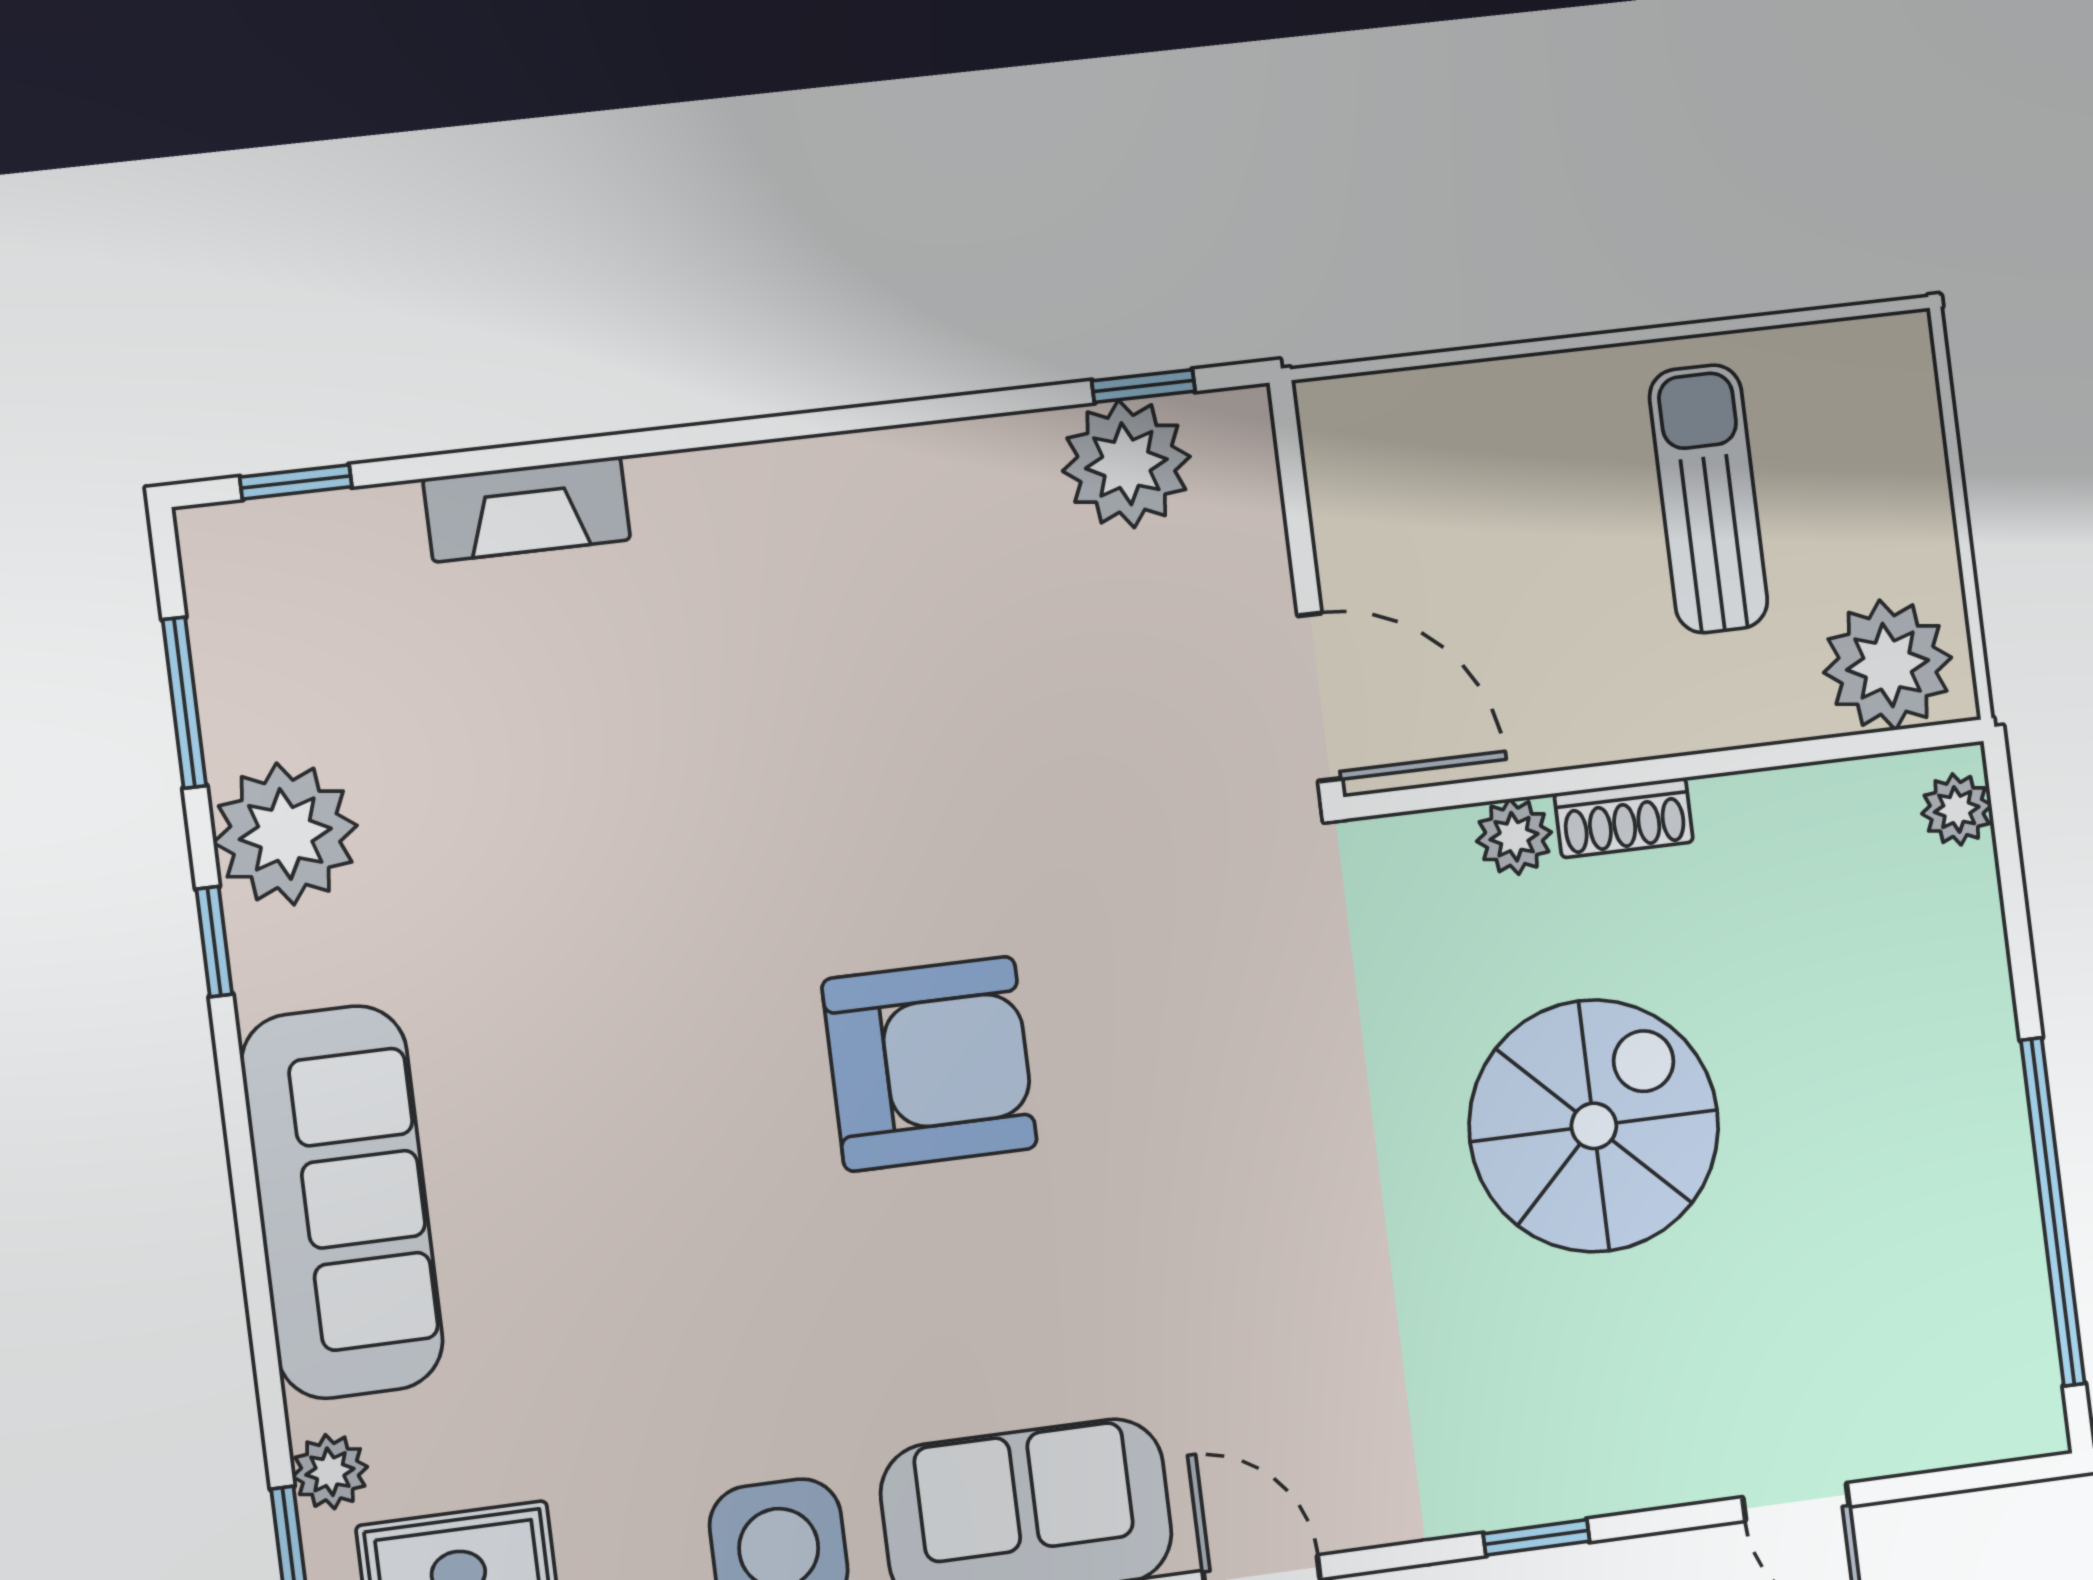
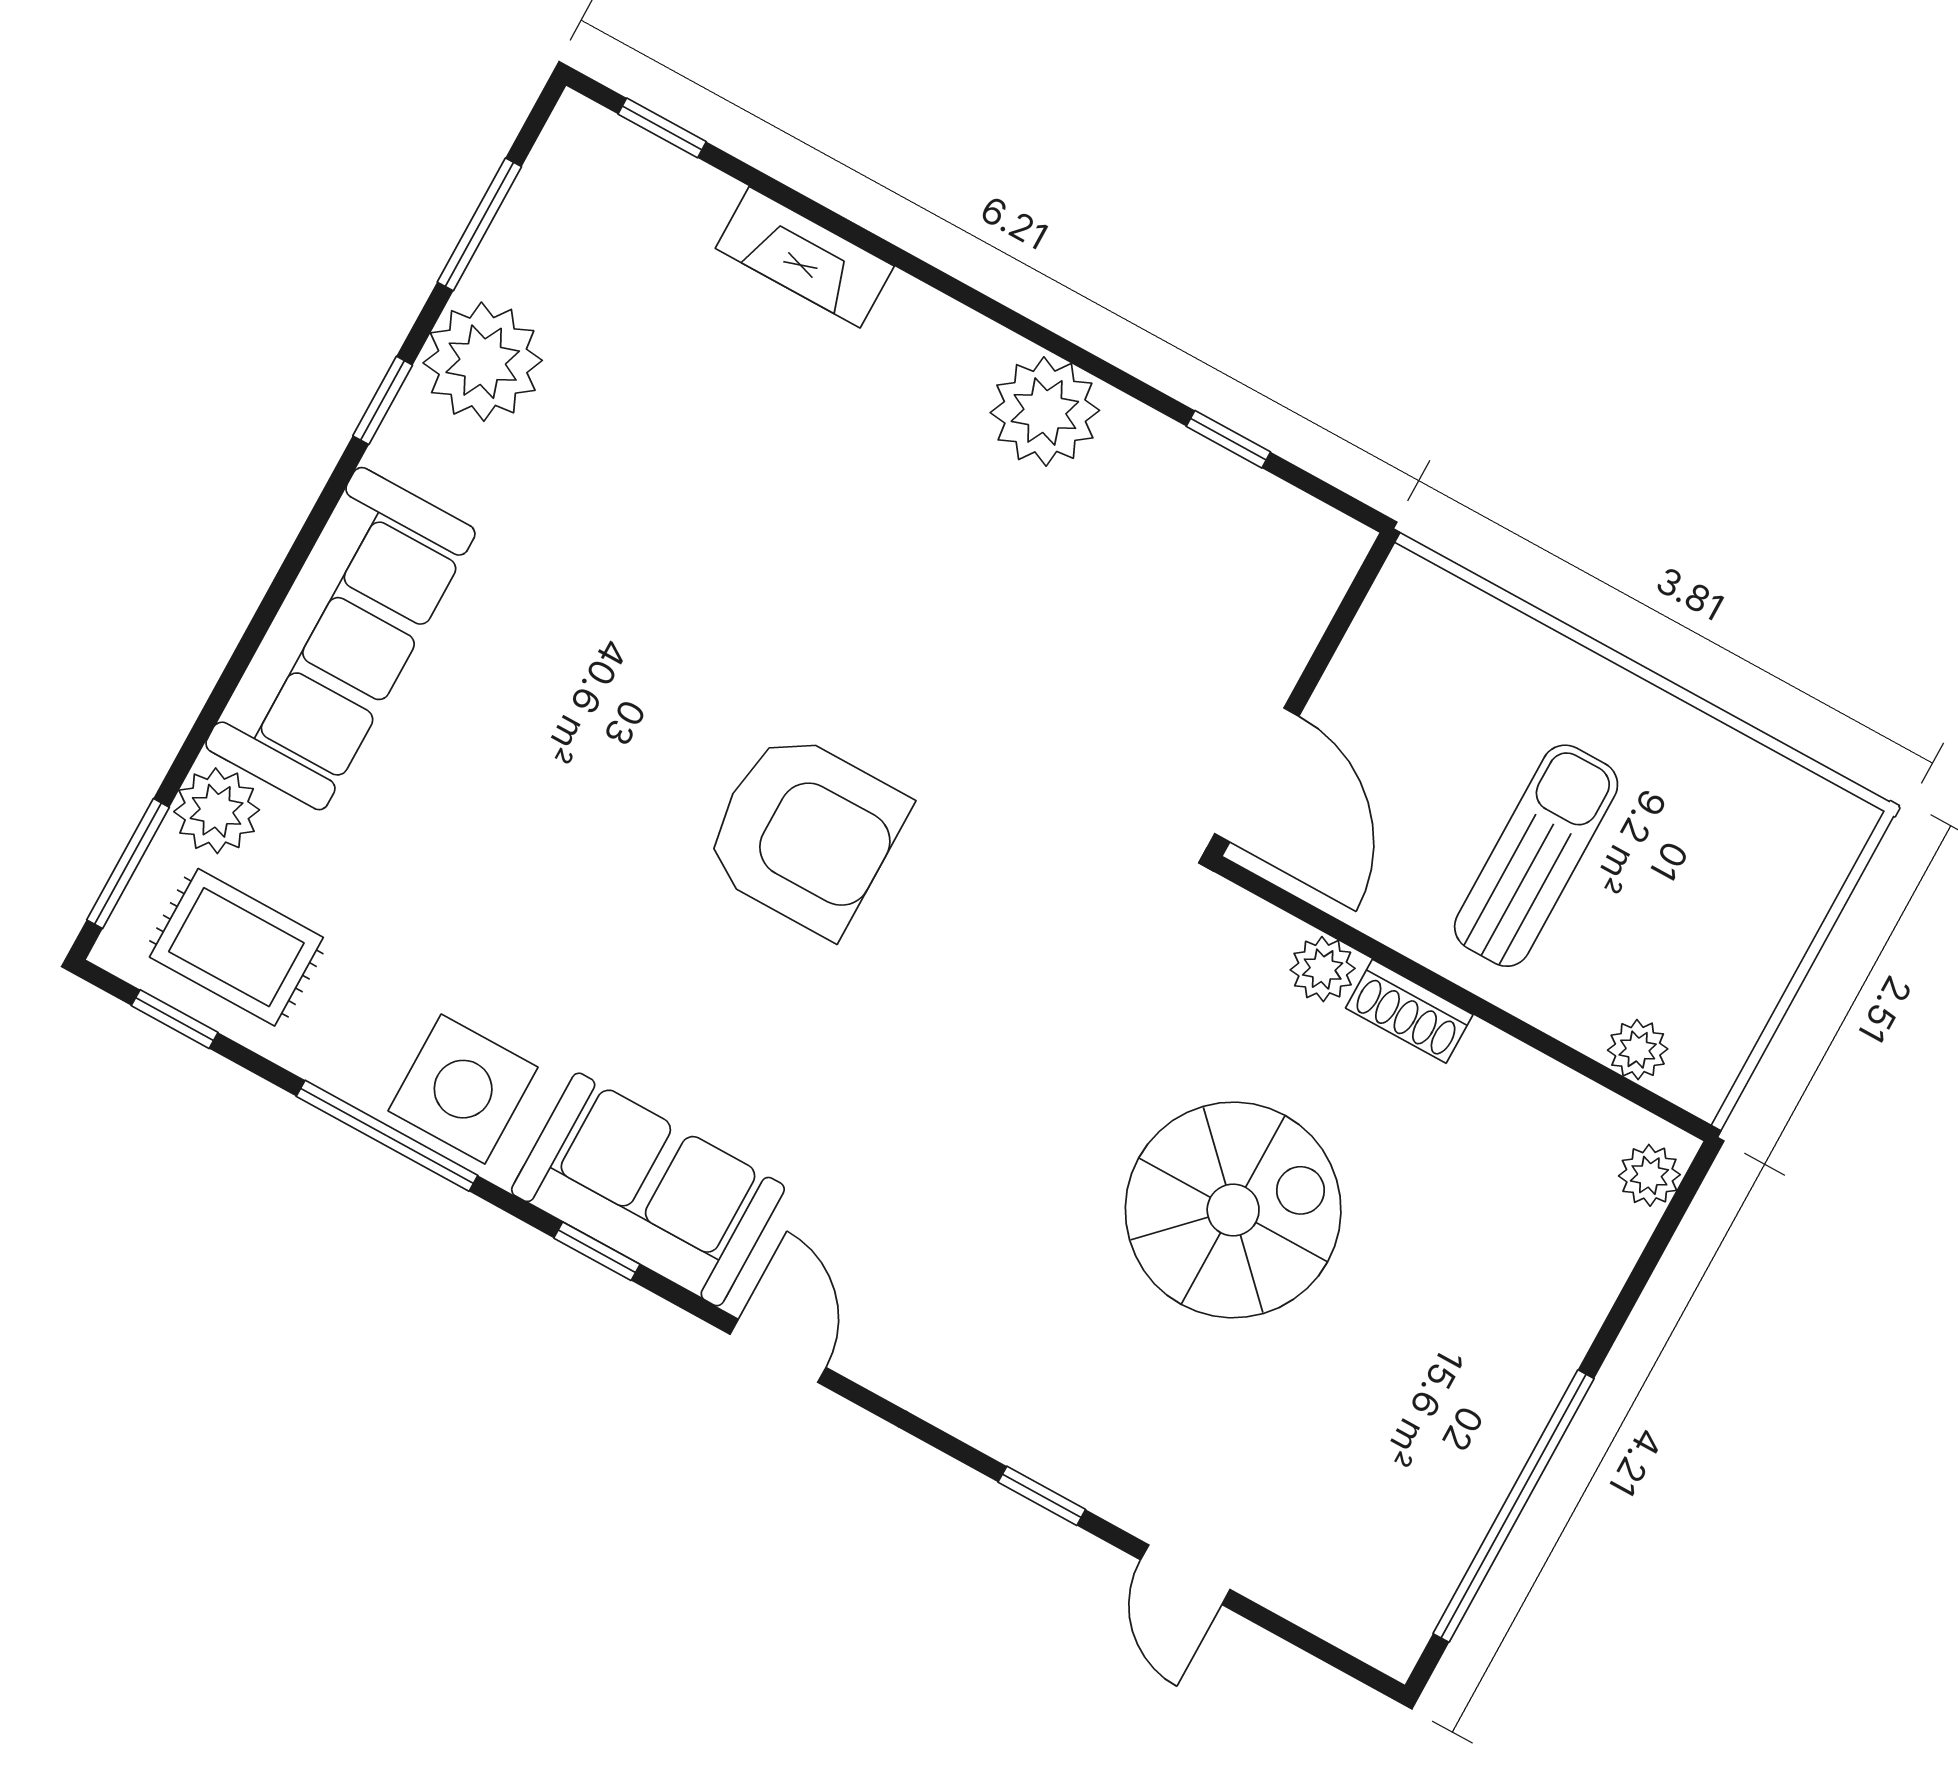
window: (1143, 386) -> (1228, 439), moved
plant: (1126, 464) -> (1045, 411), moved
sun lounger: (1708, 499) -> (1536, 856), moved
plant: (1888, 665) -> (1638, 1050), width x0.53, depth x0.53
plant: (330, 1472) -> (217, 811), width x1.38, depth x1.38
window: (1536, 1537) -> (1042, 1496), moved

